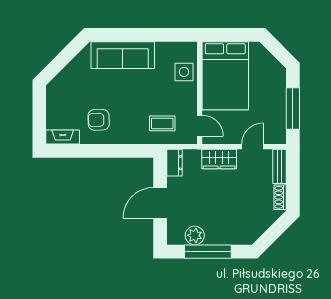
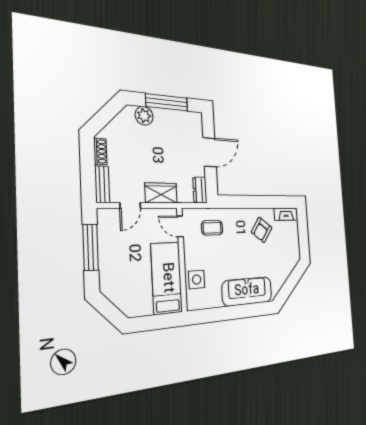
bed: (225, 76) -> (167, 278), width x0.67
armchair: (99, 120) -> (262, 230), turned 128
plant: (195, 235) -> (144, 116), moved

